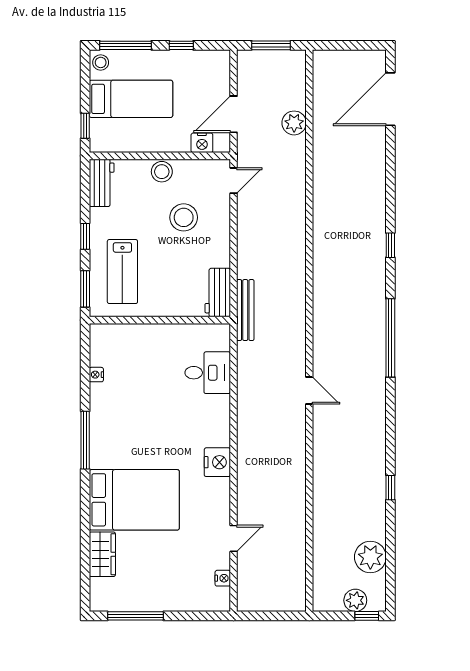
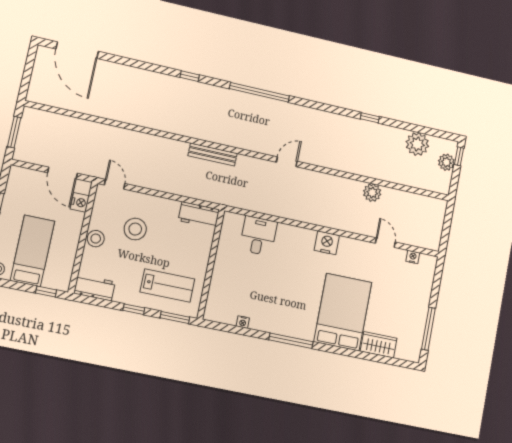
plant: (294, 123) -> (372, 193), moved
bench: (245, 310) -> (213, 154), moved

